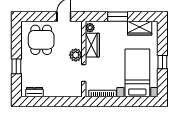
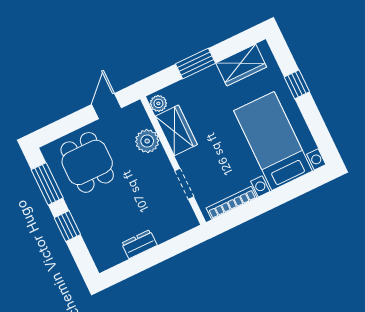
window: (16, 41) -> (47, 184), added
plant: (76, 55) -> (147, 141), moved
window: (162, 62) -> (297, 84), moved
dresser: (34, 92) -> (139, 244), moved

